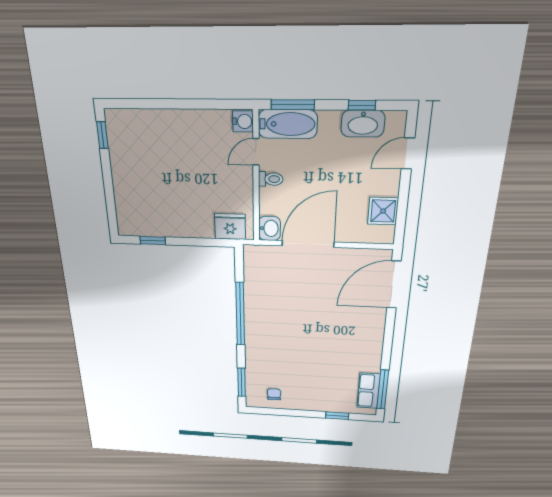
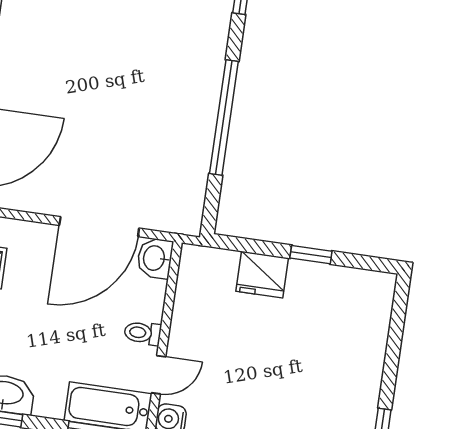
fridge: (230, 227) -> (262, 275), moved
window: (153, 240) -> (311, 255), moved

